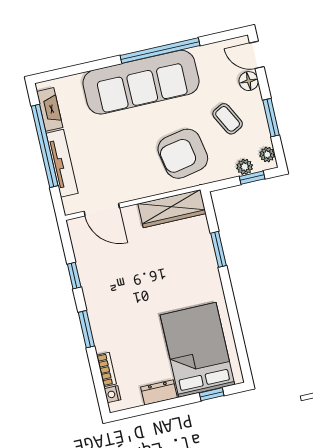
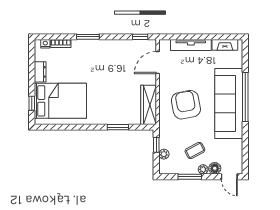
window: (160, 50) -> (245, 97), moved
door: (257, 55) -> (229, 177), swing flipped
window: (45, 146) -> (204, 37), removed
armchair: (183, 154) -> (186, 105), moved
plant: (267, 154) -> (203, 169), moved
window: (252, 178) -> (156, 145), moved
window: (74, 276) -> (140, 37), moved

